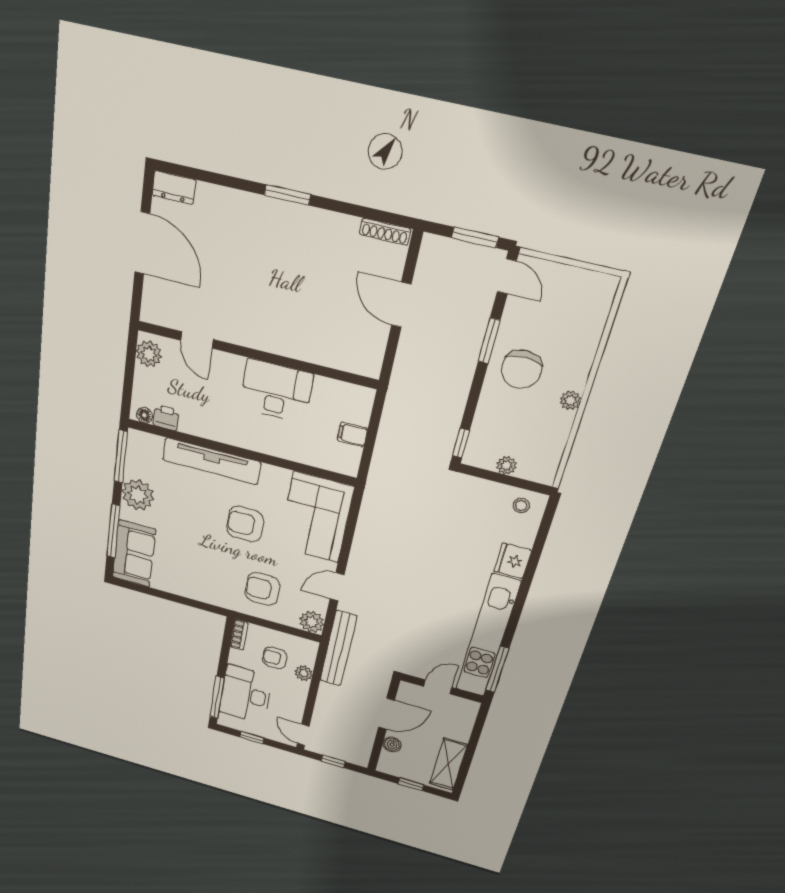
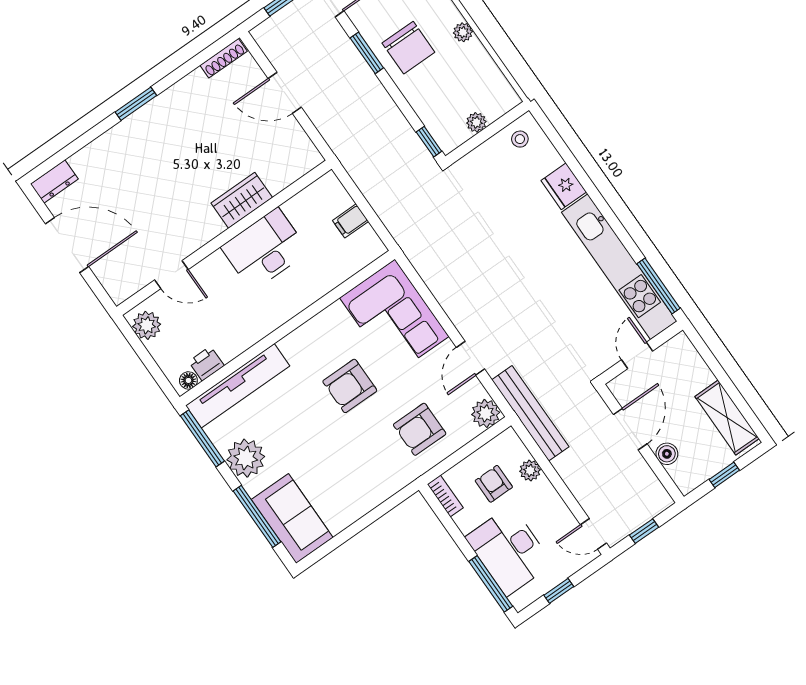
wardrobe: (294, 344) -> (242, 200), added
tv unit: (212, 461) -> (238, 386), moved
armchair: (275, 658) -> (494, 484), turned 90

